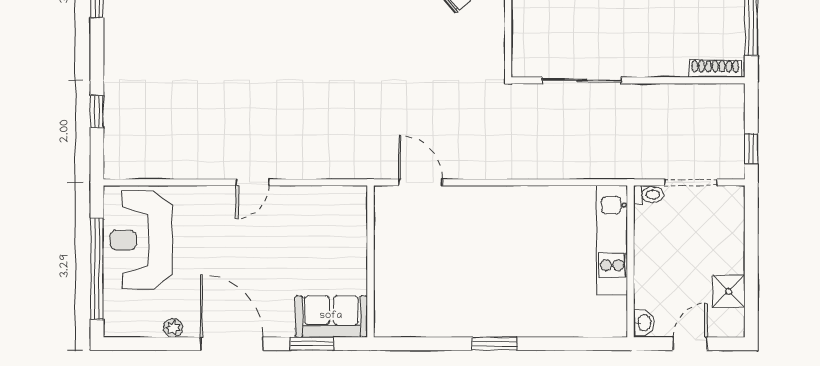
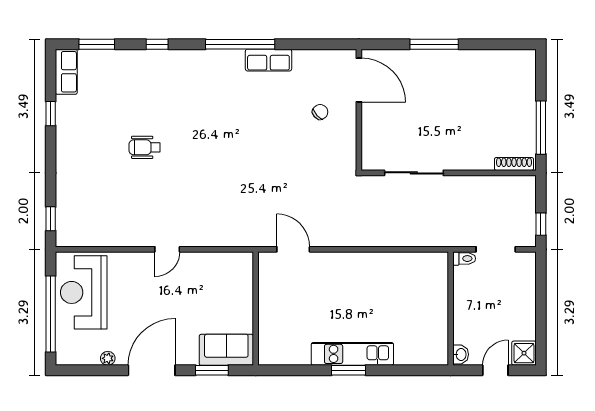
wheelchair: (222, 46) -> (145, 147), added
window: (97, 111) -> (51, 219), moved
kitchen unit: (612, 240) -> (352, 354), moved, turned 90
shower: (728, 291) -> (524, 353), moved
door: (232, 344) -> (152, 370), hinge flipped

